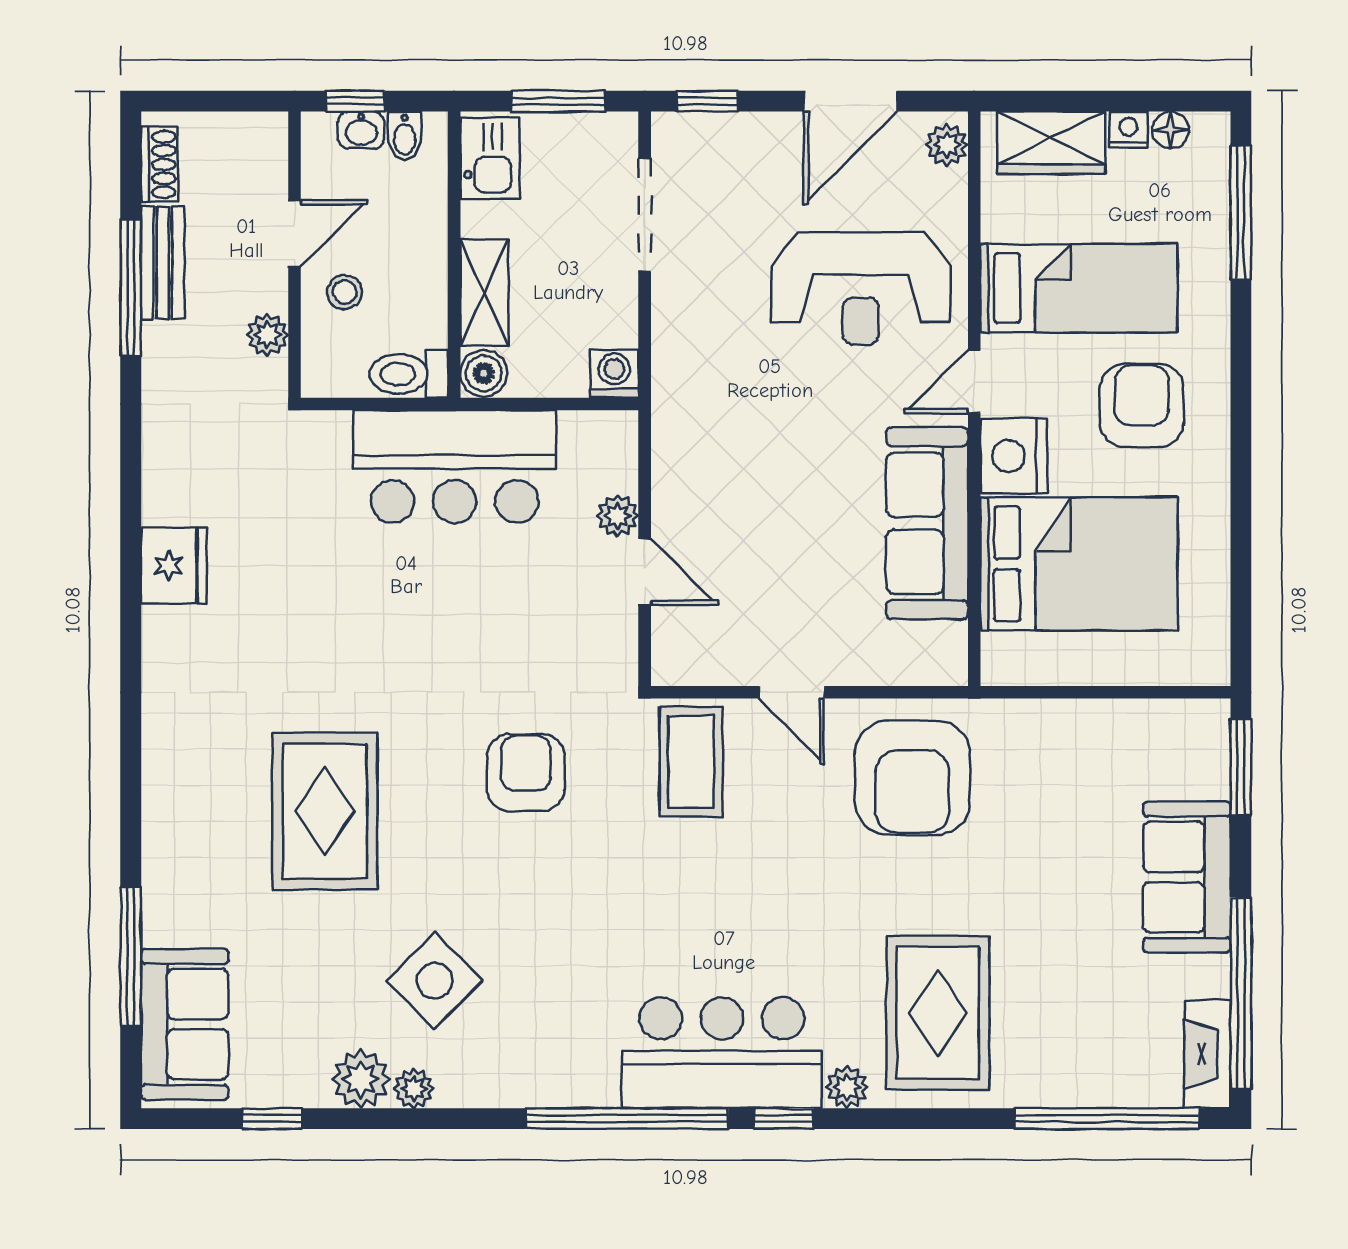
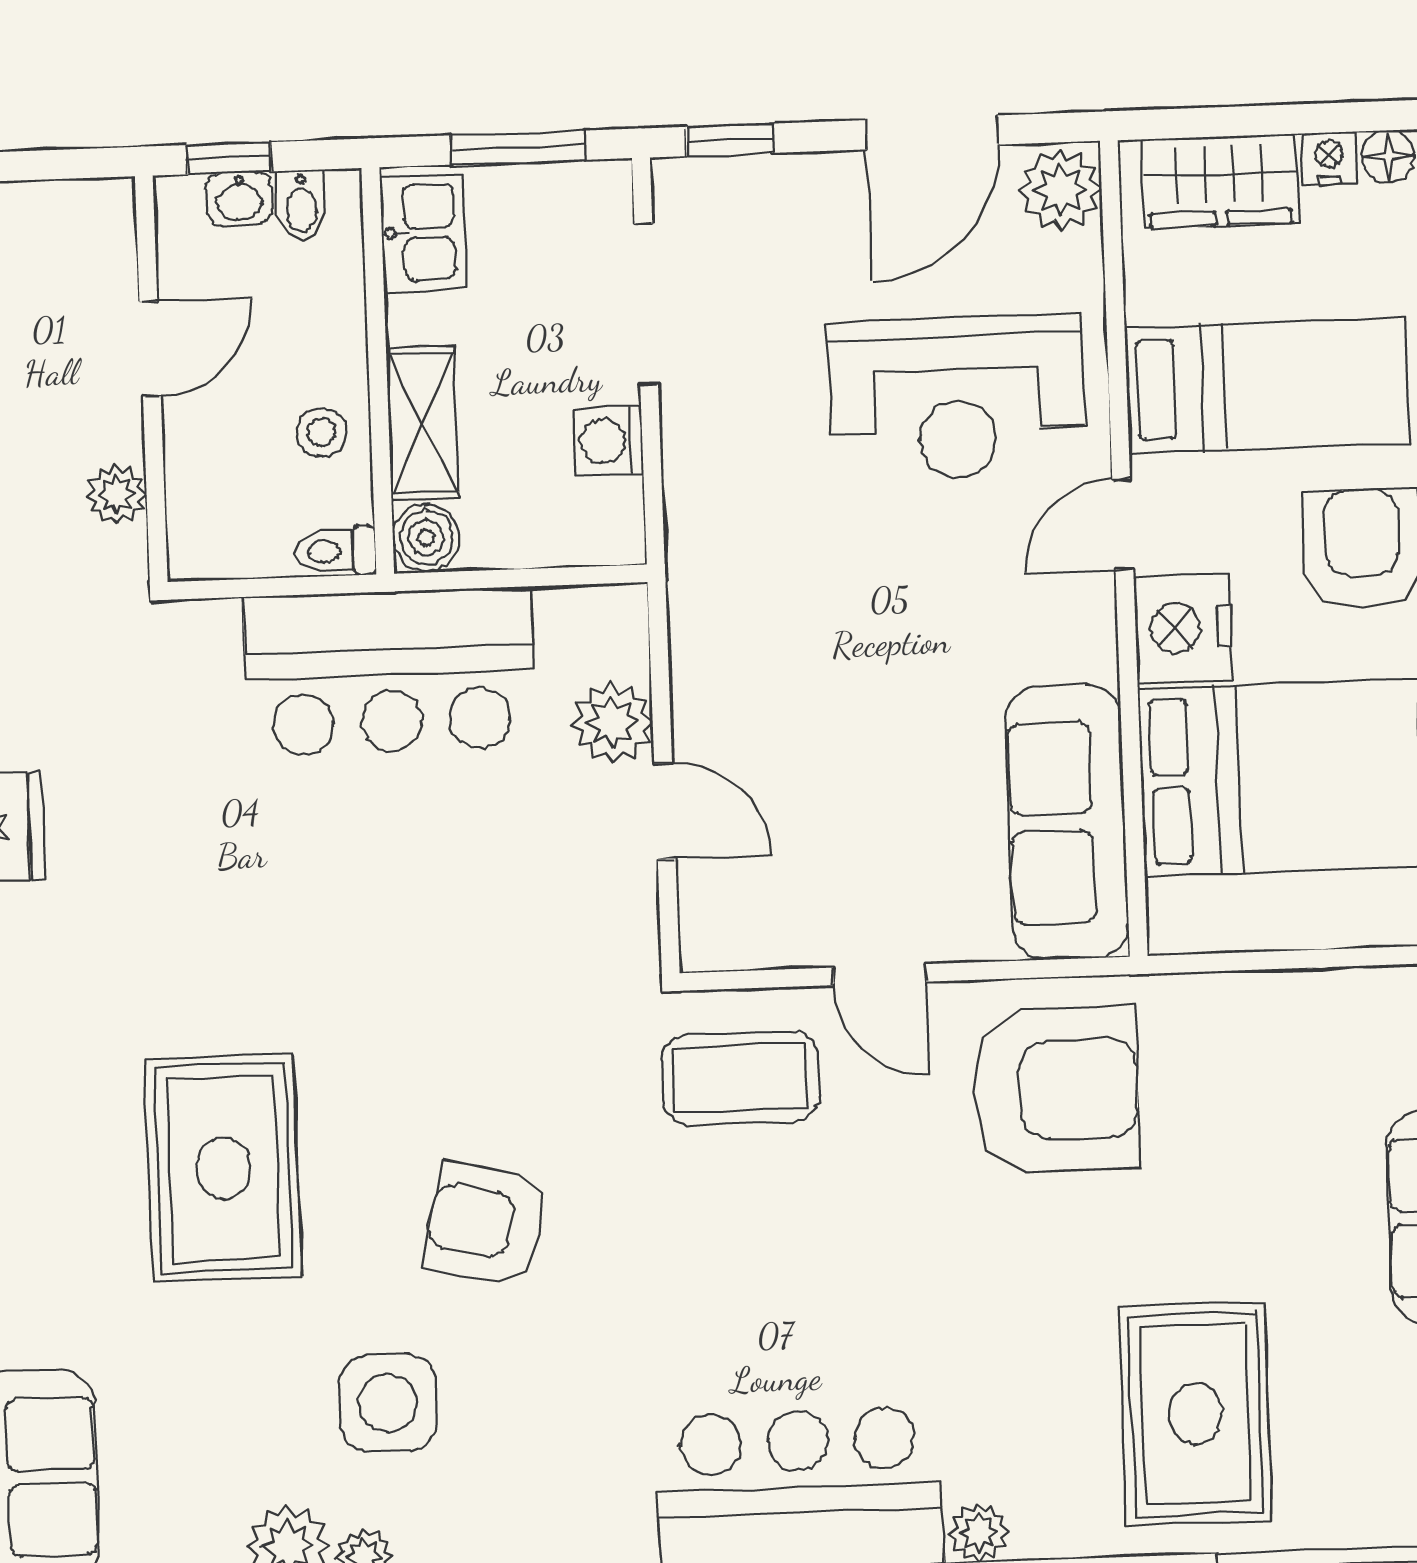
plant: (947, 145) -> (1060, 190), width x1.38, depth x1.38
stool: (345, 292) -> (321, 432), moved
toilet: (409, 374) -> (335, 551), width x0.73, depth x0.72
washing machine: (614, 374) -> (608, 441), moved, turned -90
plant: (618, 516) -> (612, 722), width x1.38, depth x1.38
sofa: (927, 523) -> (1067, 822), moved
coffee table: (691, 762) -> (741, 1078), turned 90
armchair: (526, 773) -> (486, 1224), moved, turned -77
armchair: (912, 778) -> (1056, 1090), turned -90
side table: (435, 981) -> (388, 1403), turned 45
rug: (938, 1013) -> (1195, 1414), moved

